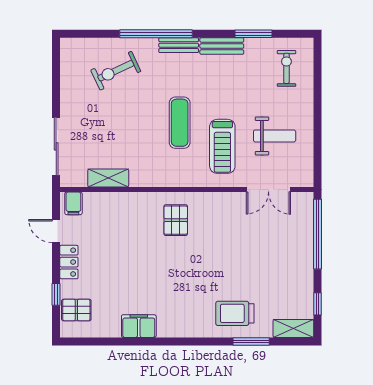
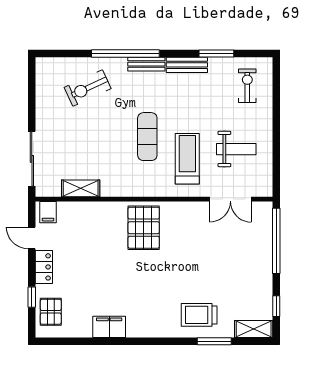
treadmill: (222, 146) -> (187, 159), turned 180
pallet: (176, 220) -> (144, 228), width x1.50, depth x1.42
pallet: (76, 310) -> (51, 312), turned 90

